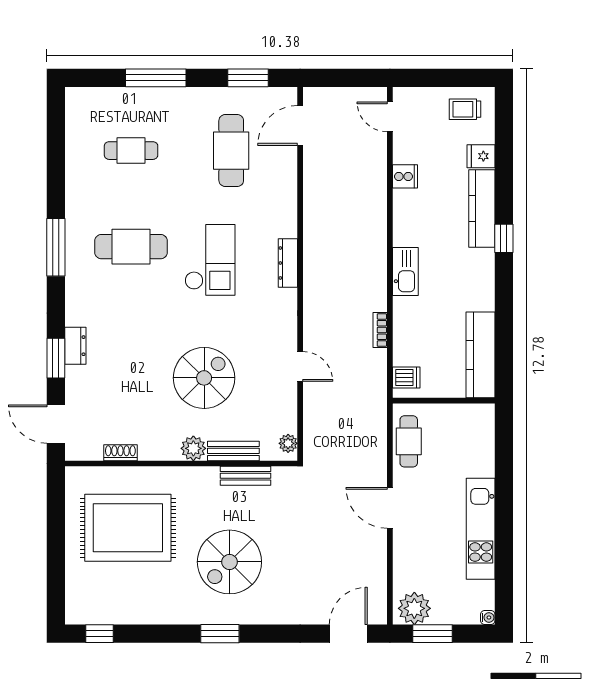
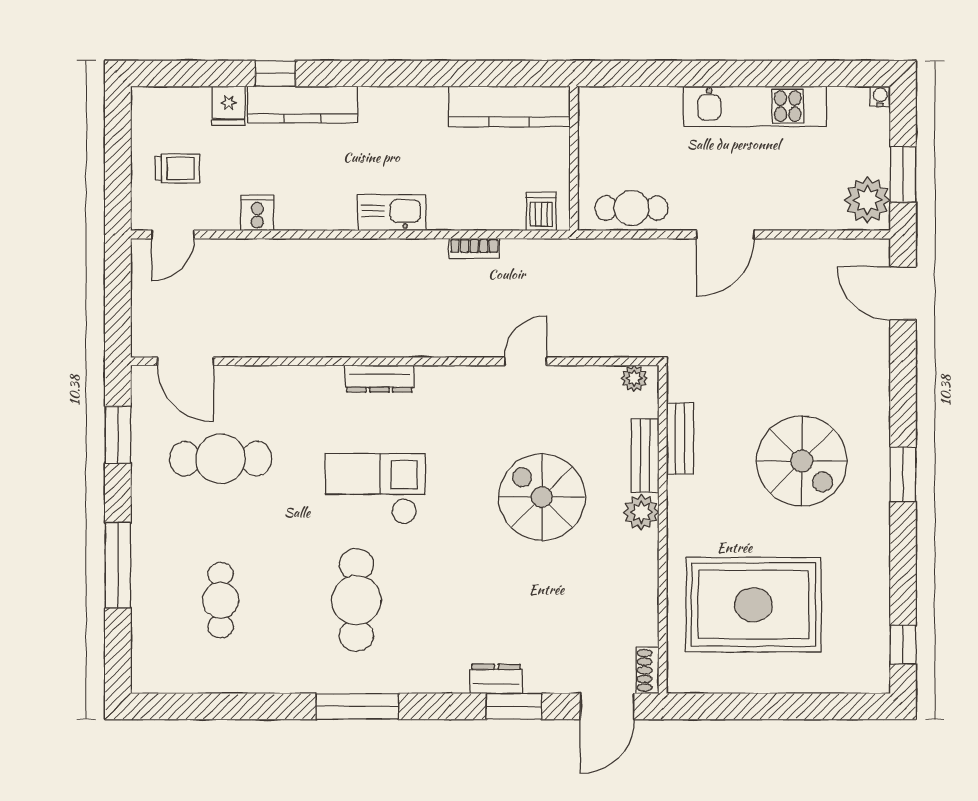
trolley: (465, 109) -> (177, 168), moved, turned -90
window: (504, 238) -> (275, 73), moved
shoe rack: (120, 453) -> (647, 670), moved
rug: (128, 528) -> (753, 605), turned 90

